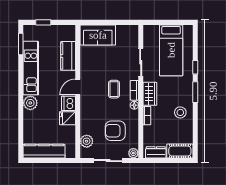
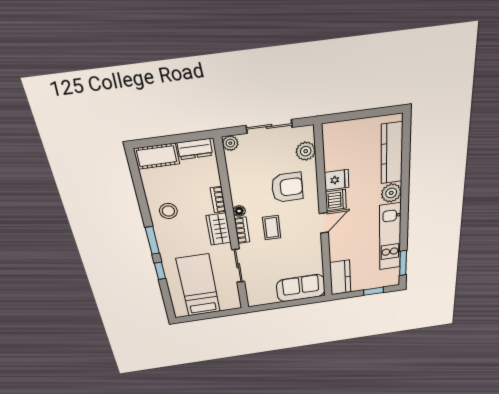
kitchen counter: (68, 56) -> (340, 277), moved
armchair: (115, 131) -> (287, 187), moved
kitchen counter: (44, 151) -> (392, 153), moved, turned 90

